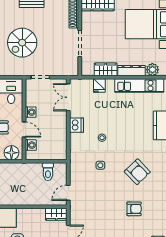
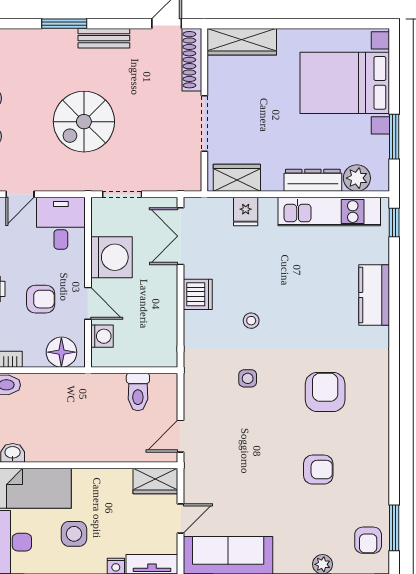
wardrobe: (106, 69) -> (237, 178), moved
washing machine: (31, 112) -> (111, 257), width x1.89, depth x1.89
armchair: (137, 172) -> (325, 392), turned -136

